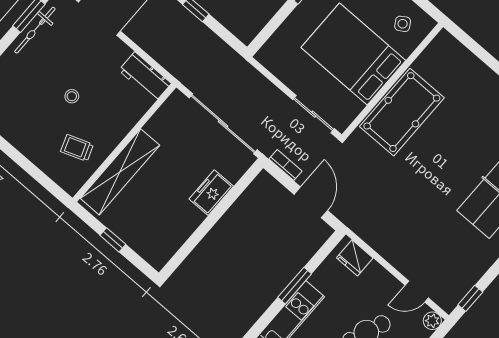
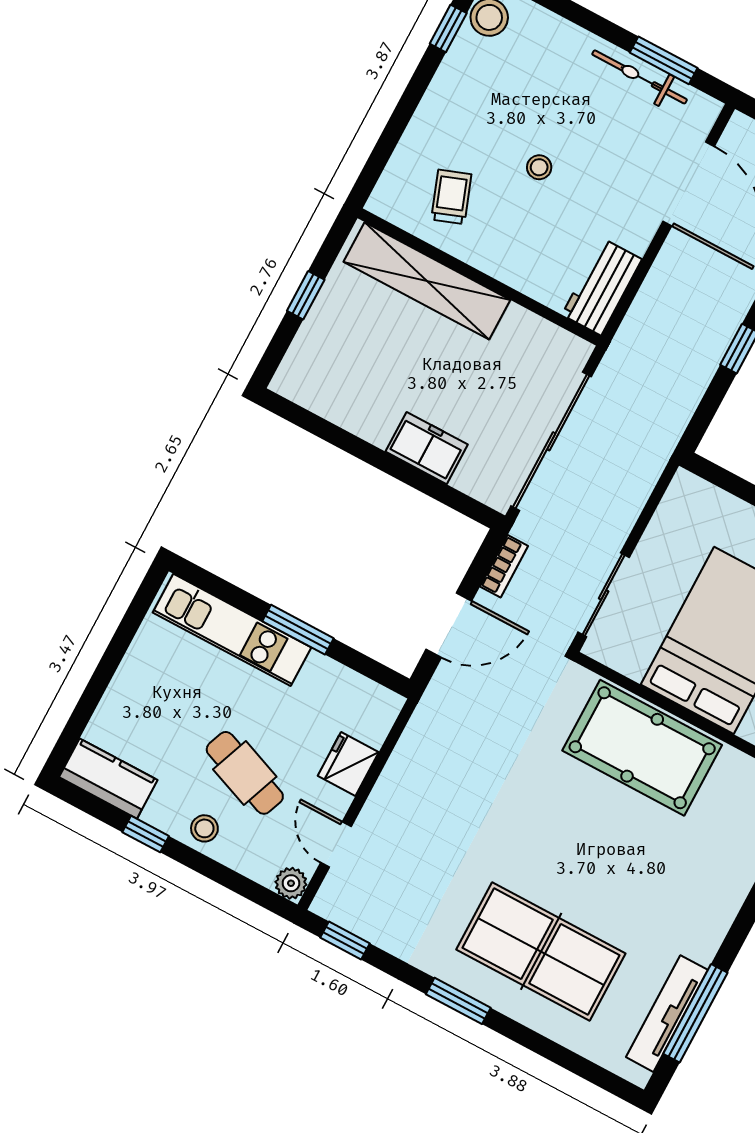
fridge: (355, 258) -> (348, 764), moved

